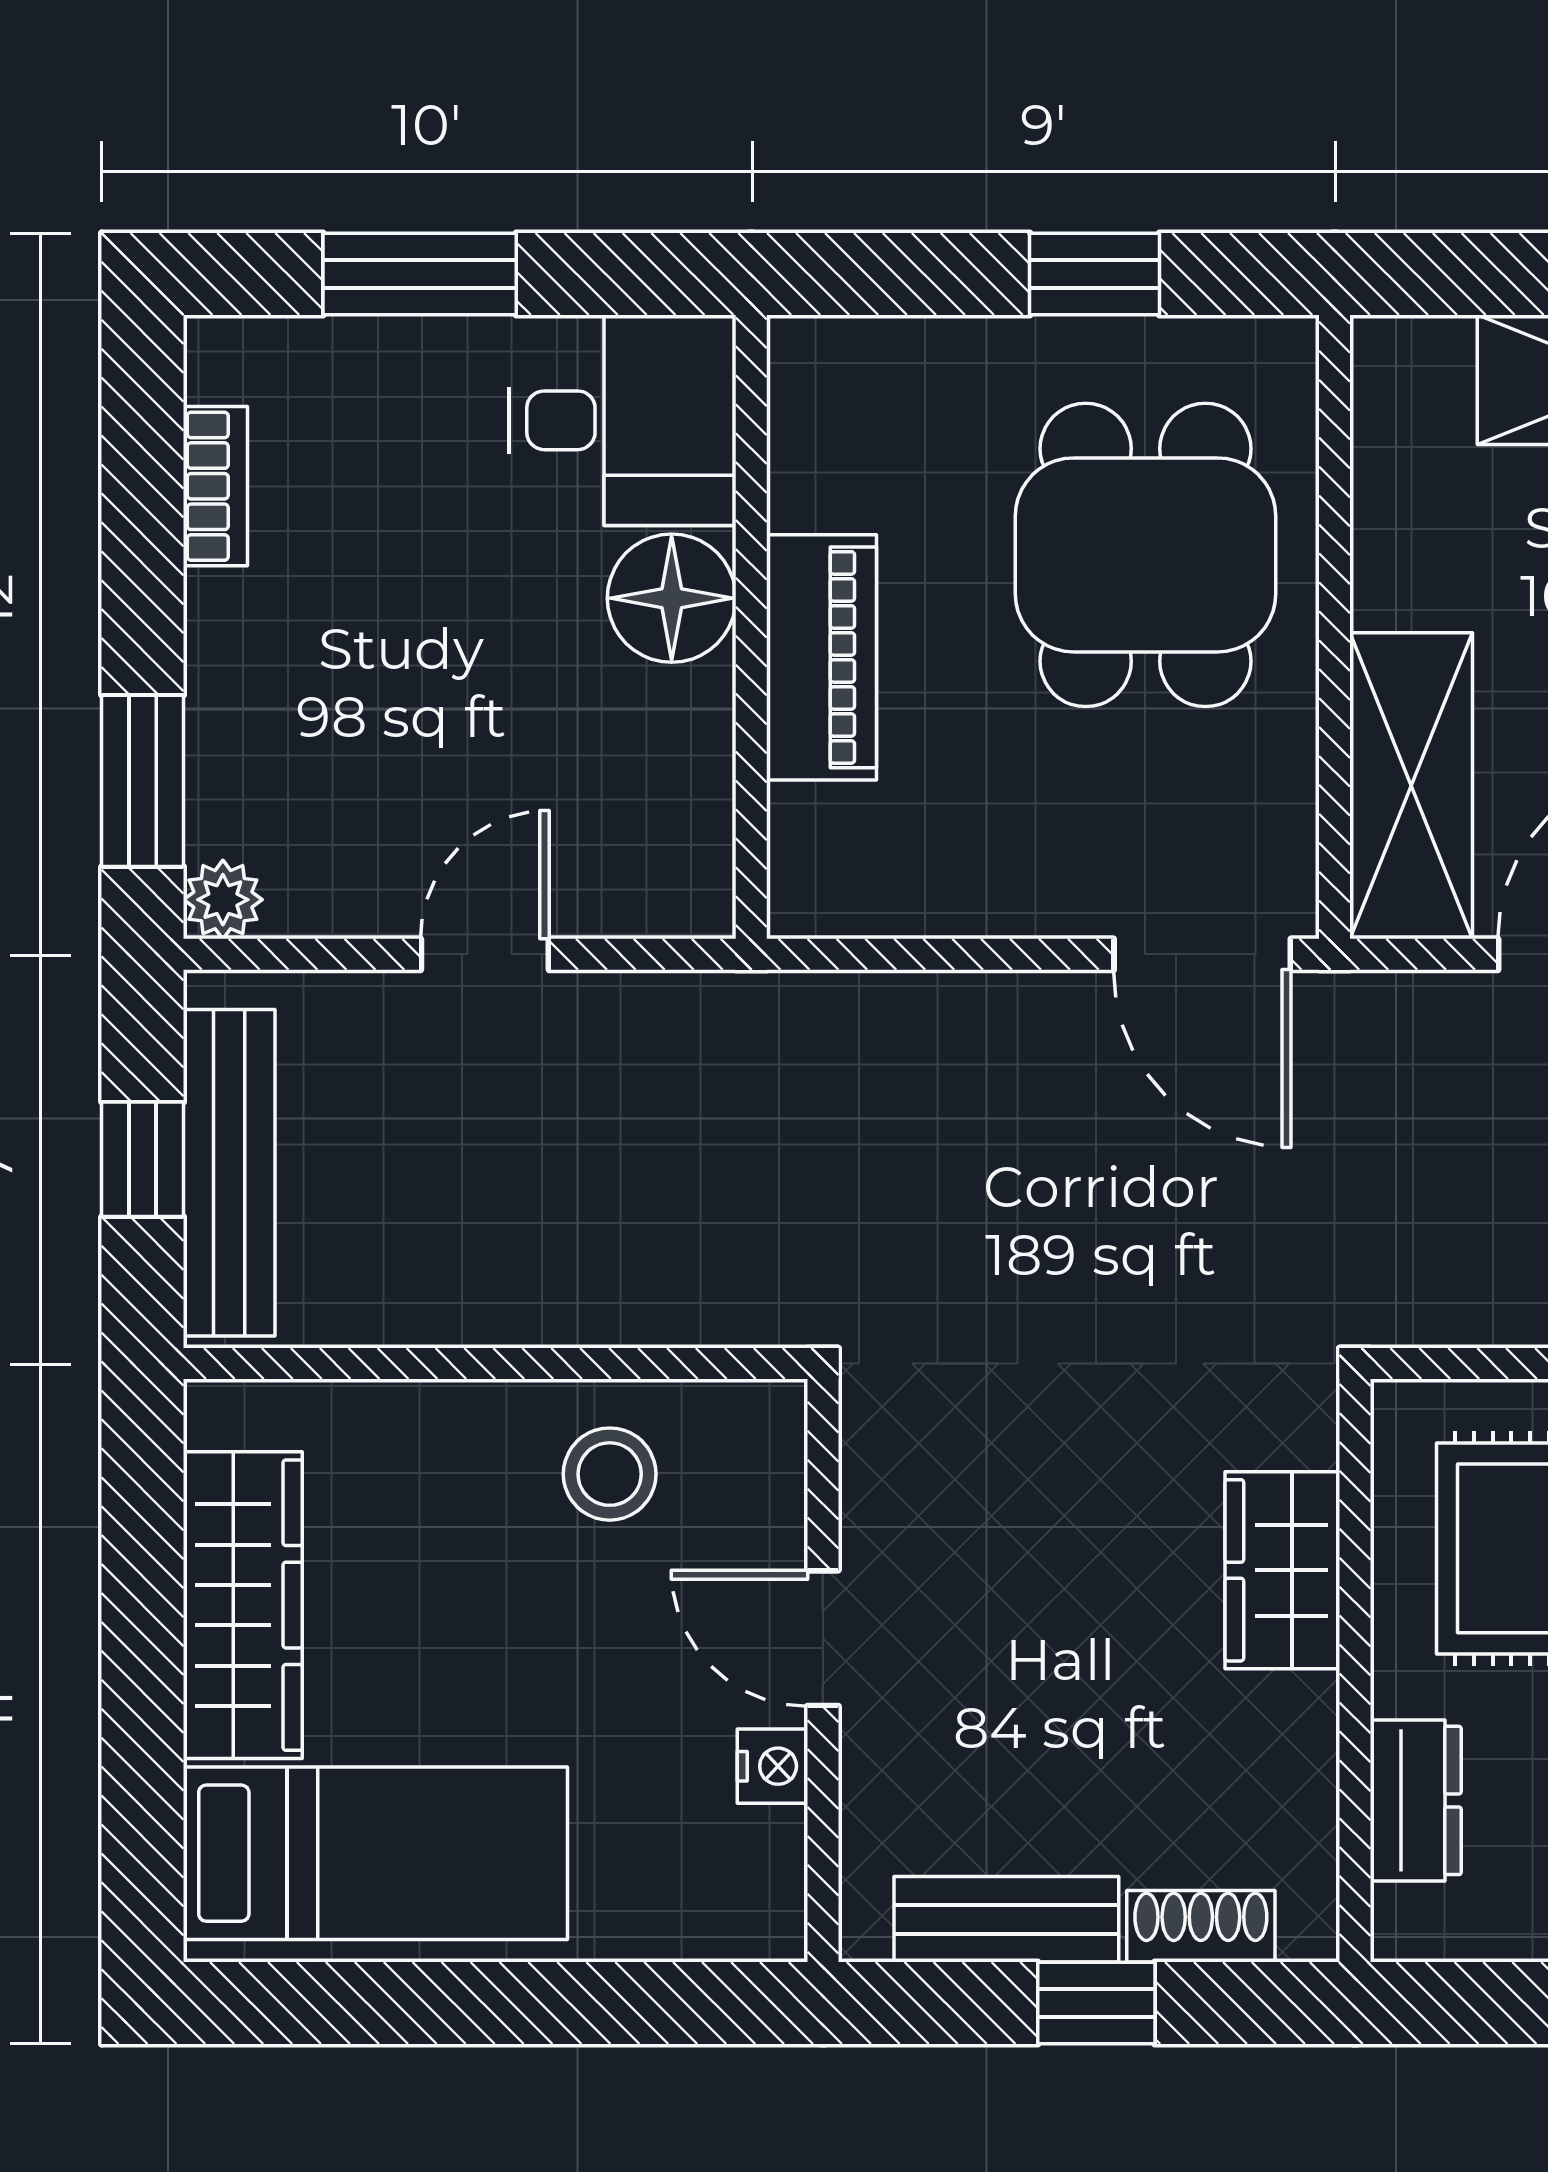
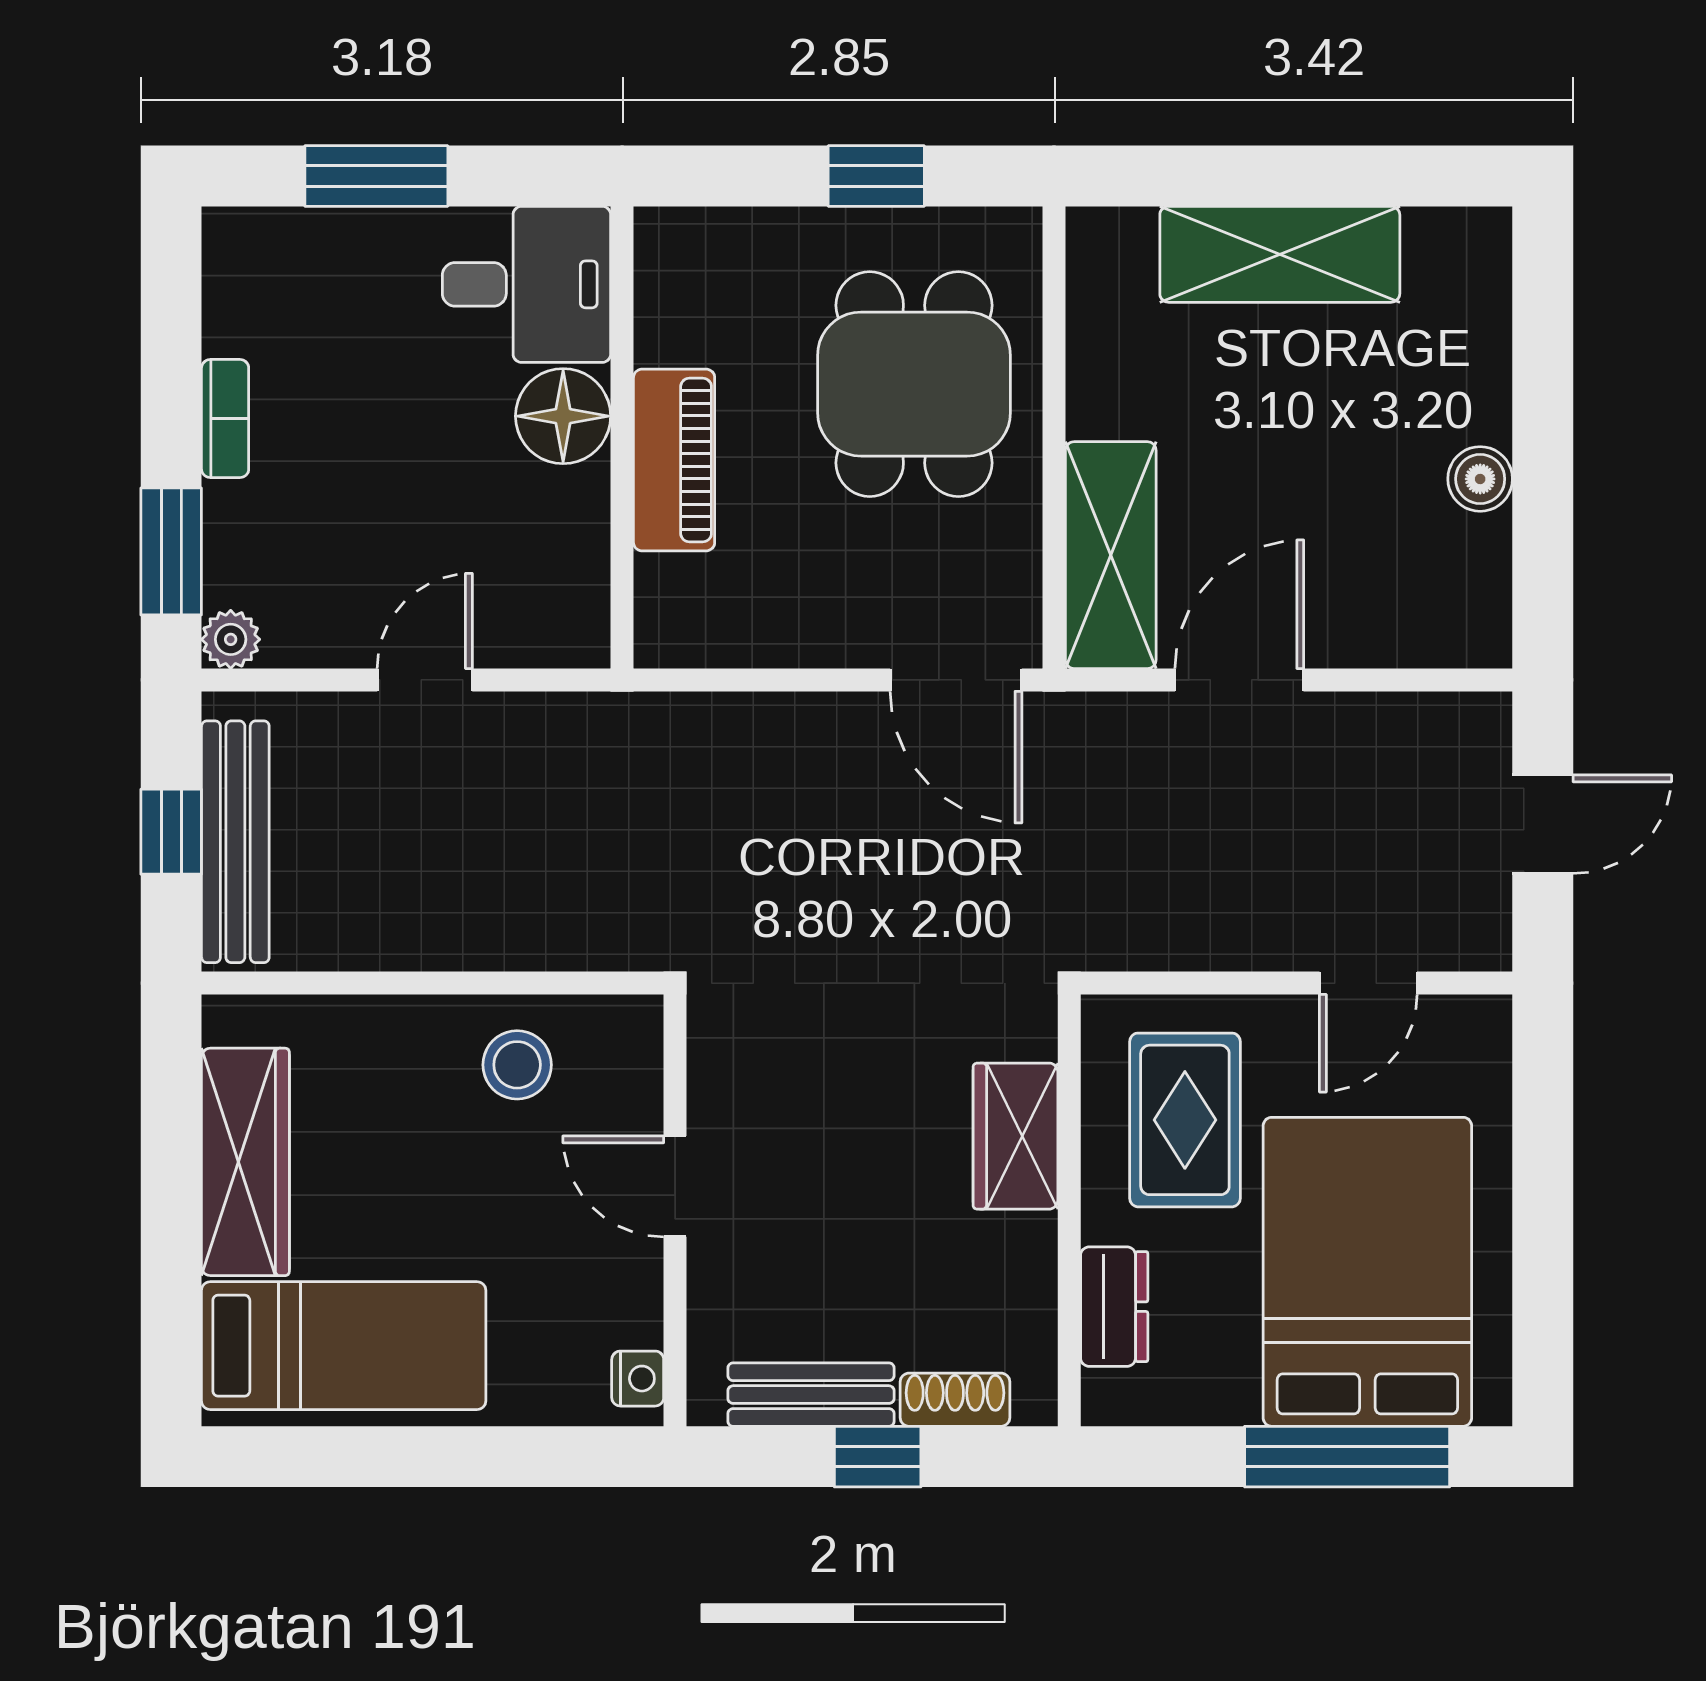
bookcase: (215, 486) -> (225, 419), moved
nightstand: (772, 1766) -> (638, 1379), moved

